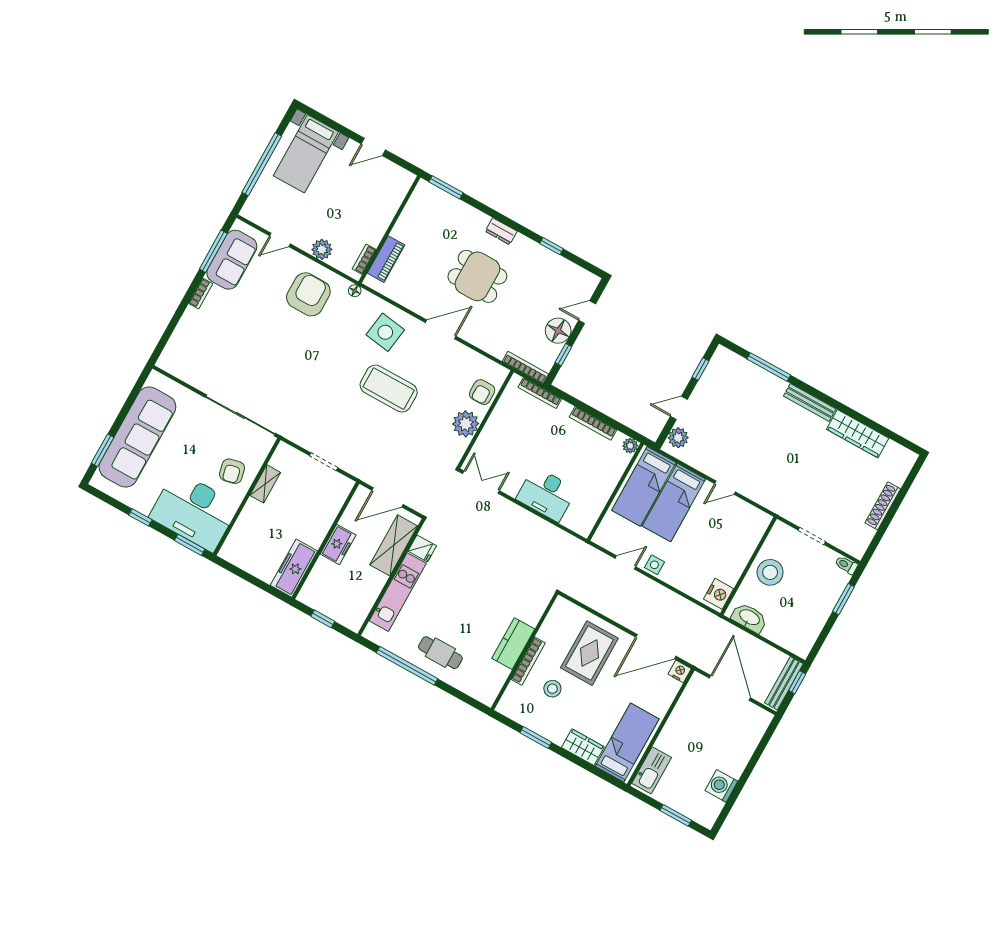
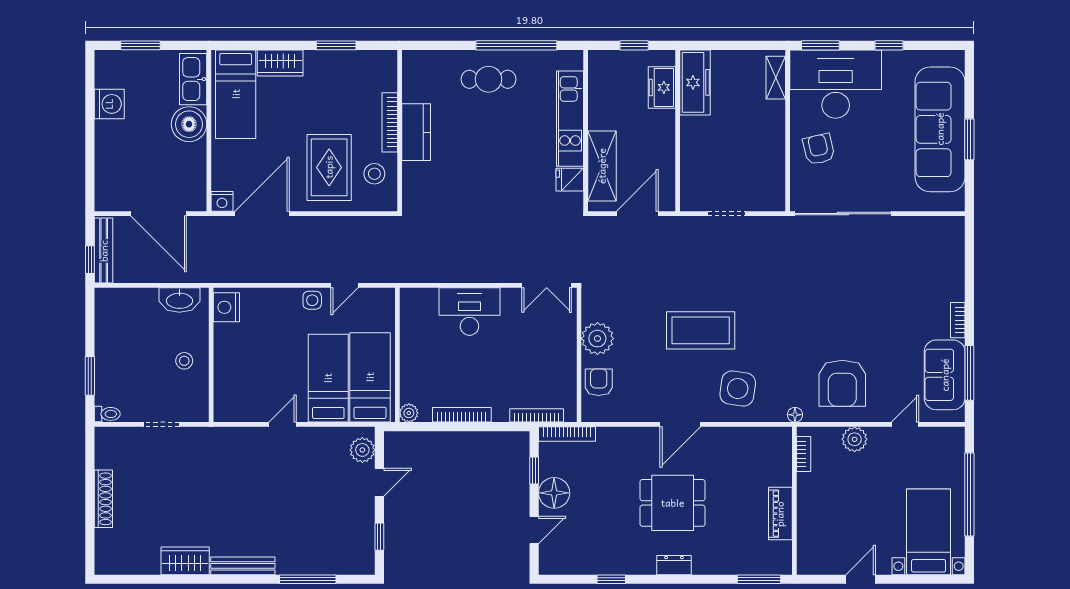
piano: (386, 259) -> (780, 514), moved
wardrobe: (858, 434) -> (185, 561), width x0.67
window: (103, 450) -> (969, 139), moved
shelving: (265, 484) -> (776, 78), moved
freezer: (338, 545) -> (662, 87), moved
stool: (770, 572) -> (184, 361), width x0.53, depth x0.53
stool: (552, 689) -> (374, 174), moved
boiler: (672, 740) -> (189, 124), added

